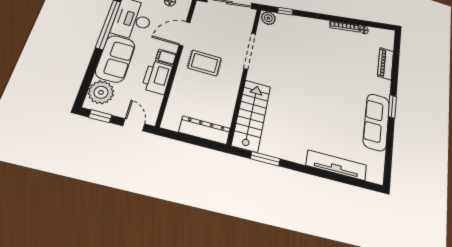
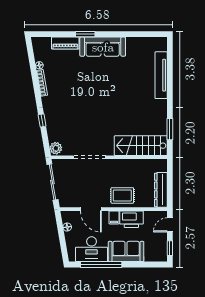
window: (285, 11) -> (42, 120), moved
rug: (205, 63) -> (122, 195), moved, turned 90
plant: (101, 92) -> (153, 253), removed
window: (392, 106) -> (85, 34), moved
sofa: (376, 122) -> (103, 47), moved
dresser: (205, 130) -> (161, 190), moved

